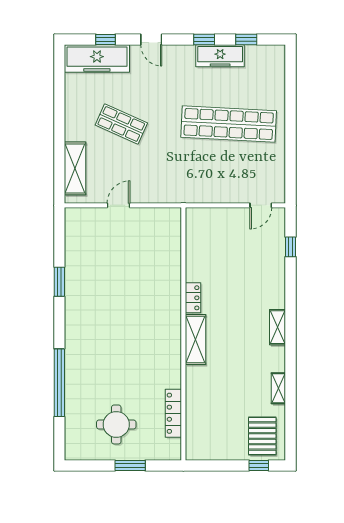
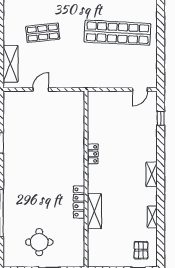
shop shelf: (121, 124) -> (43, 33), turned -30
shelving: (195, 339) -> (94, 211), moved
locker: (173, 413) -> (79, 202), moved
pallet: (262, 436) -> (141, 250), width x0.67, depth x0.71

